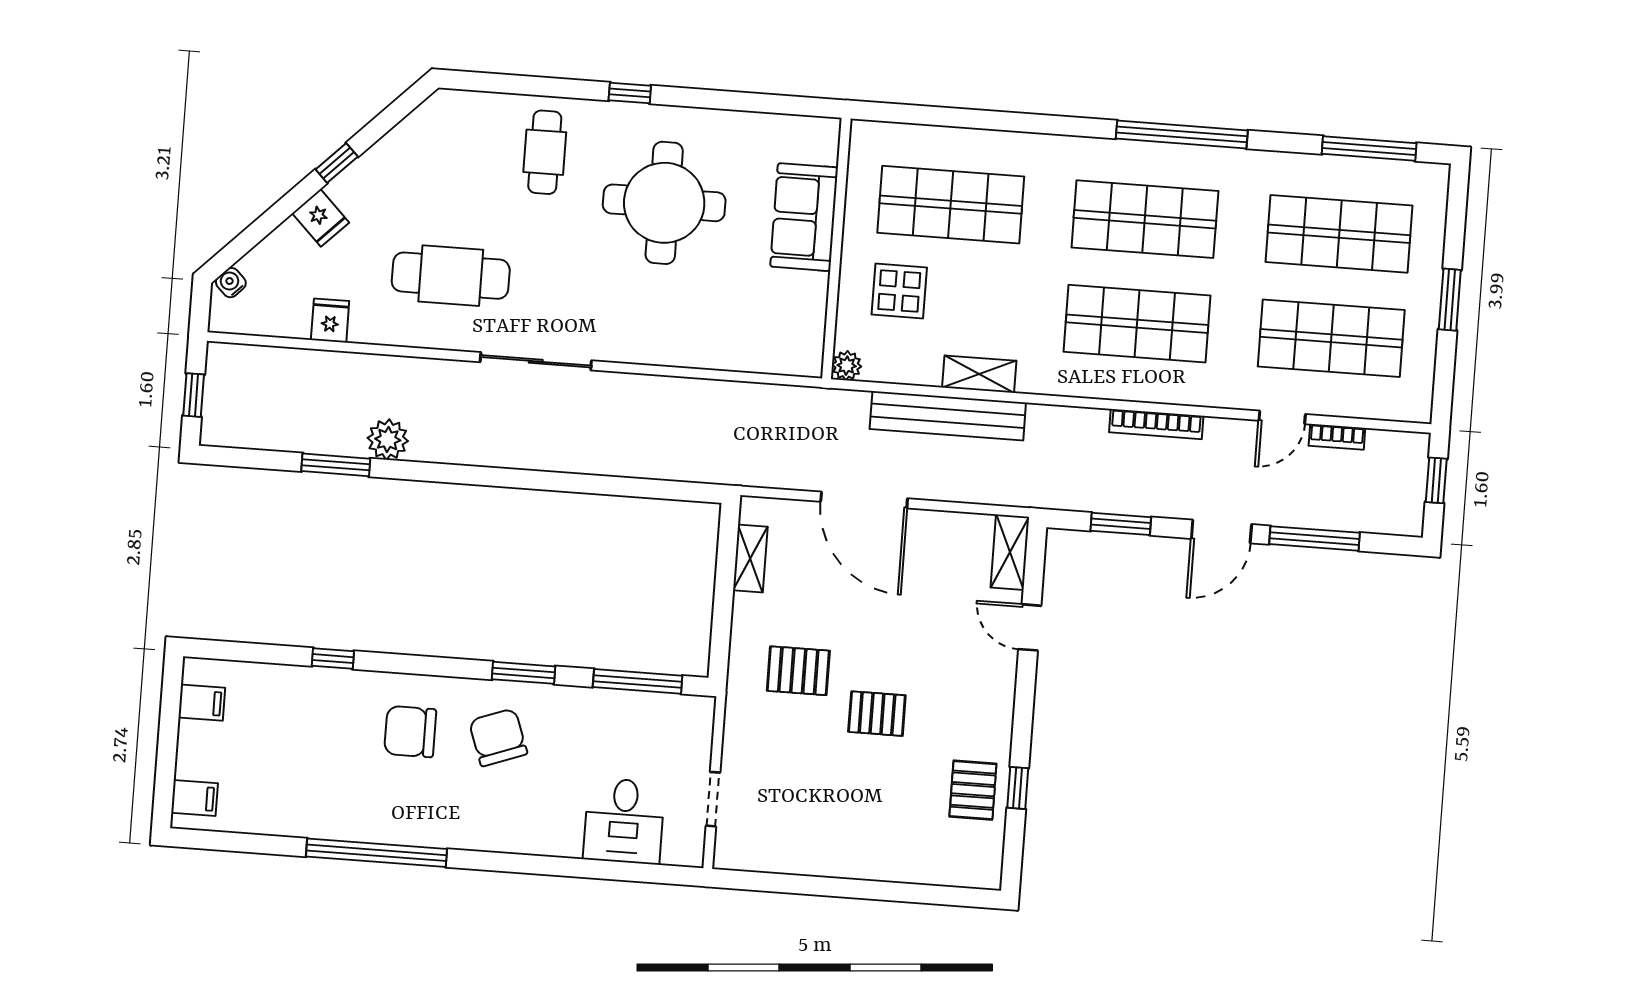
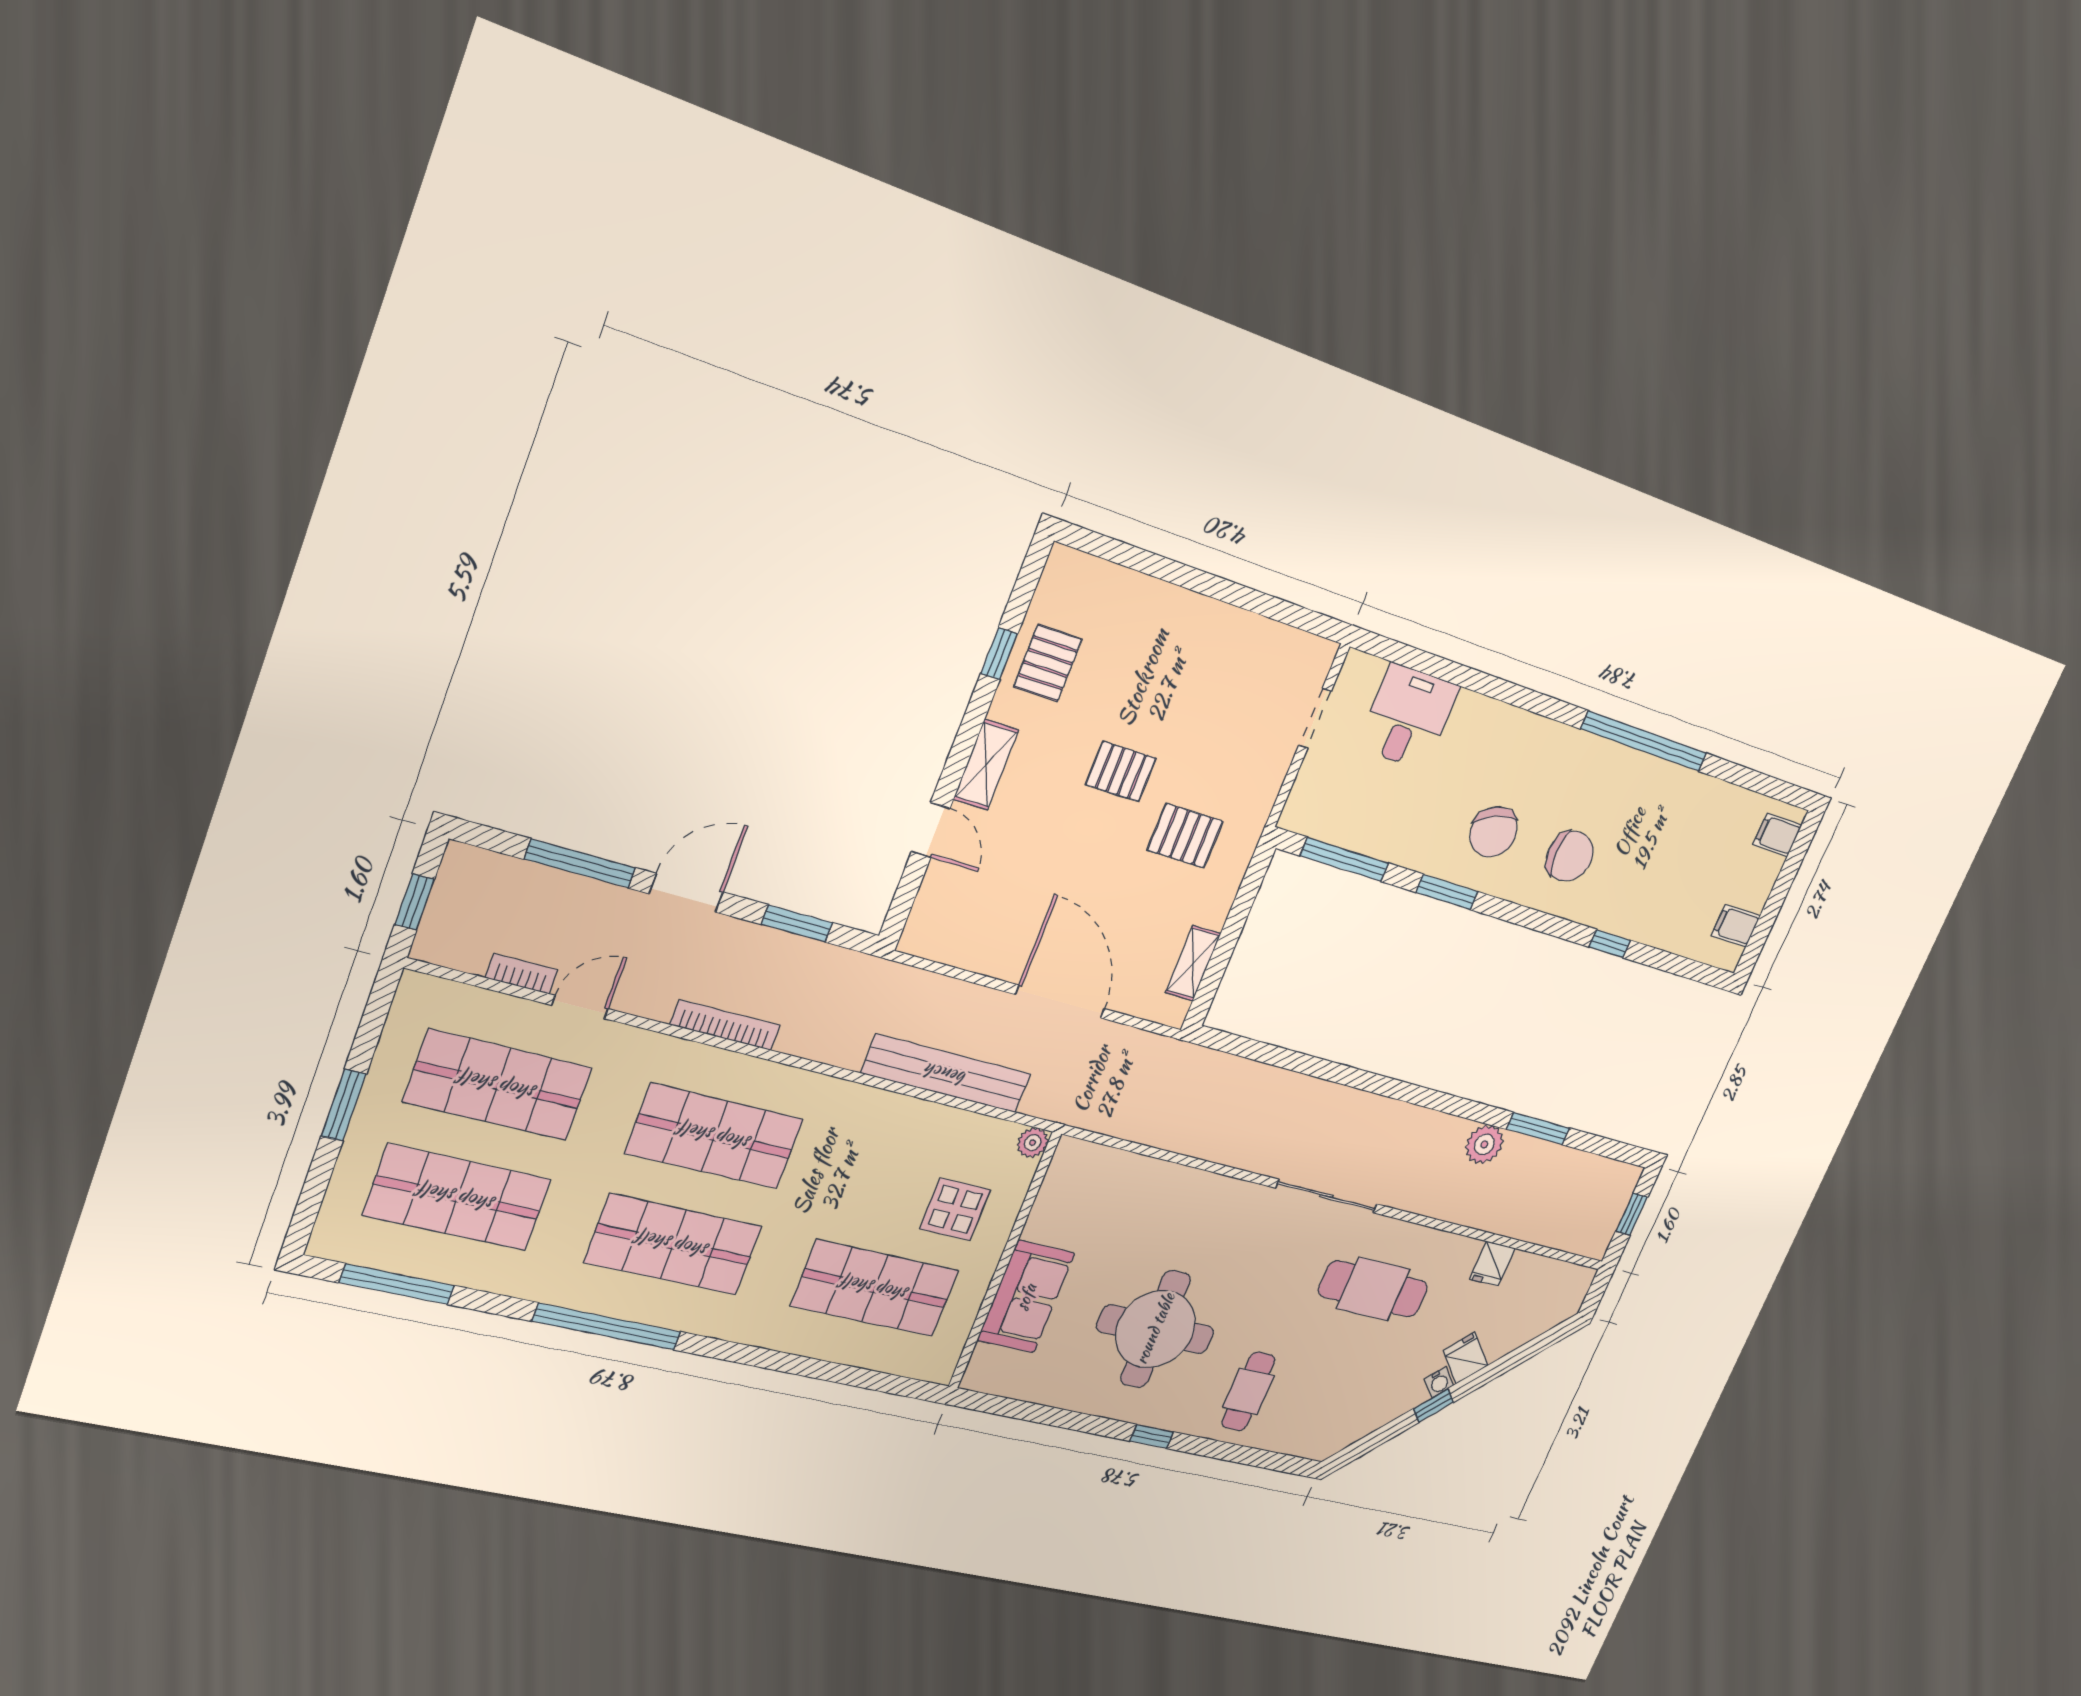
water cooler: (231, 283) -> (1439, 1382), moved
shelving: (979, 374) -> (900, 1111), removed
shelving: (1010, 552) -> (986, 765), moved

